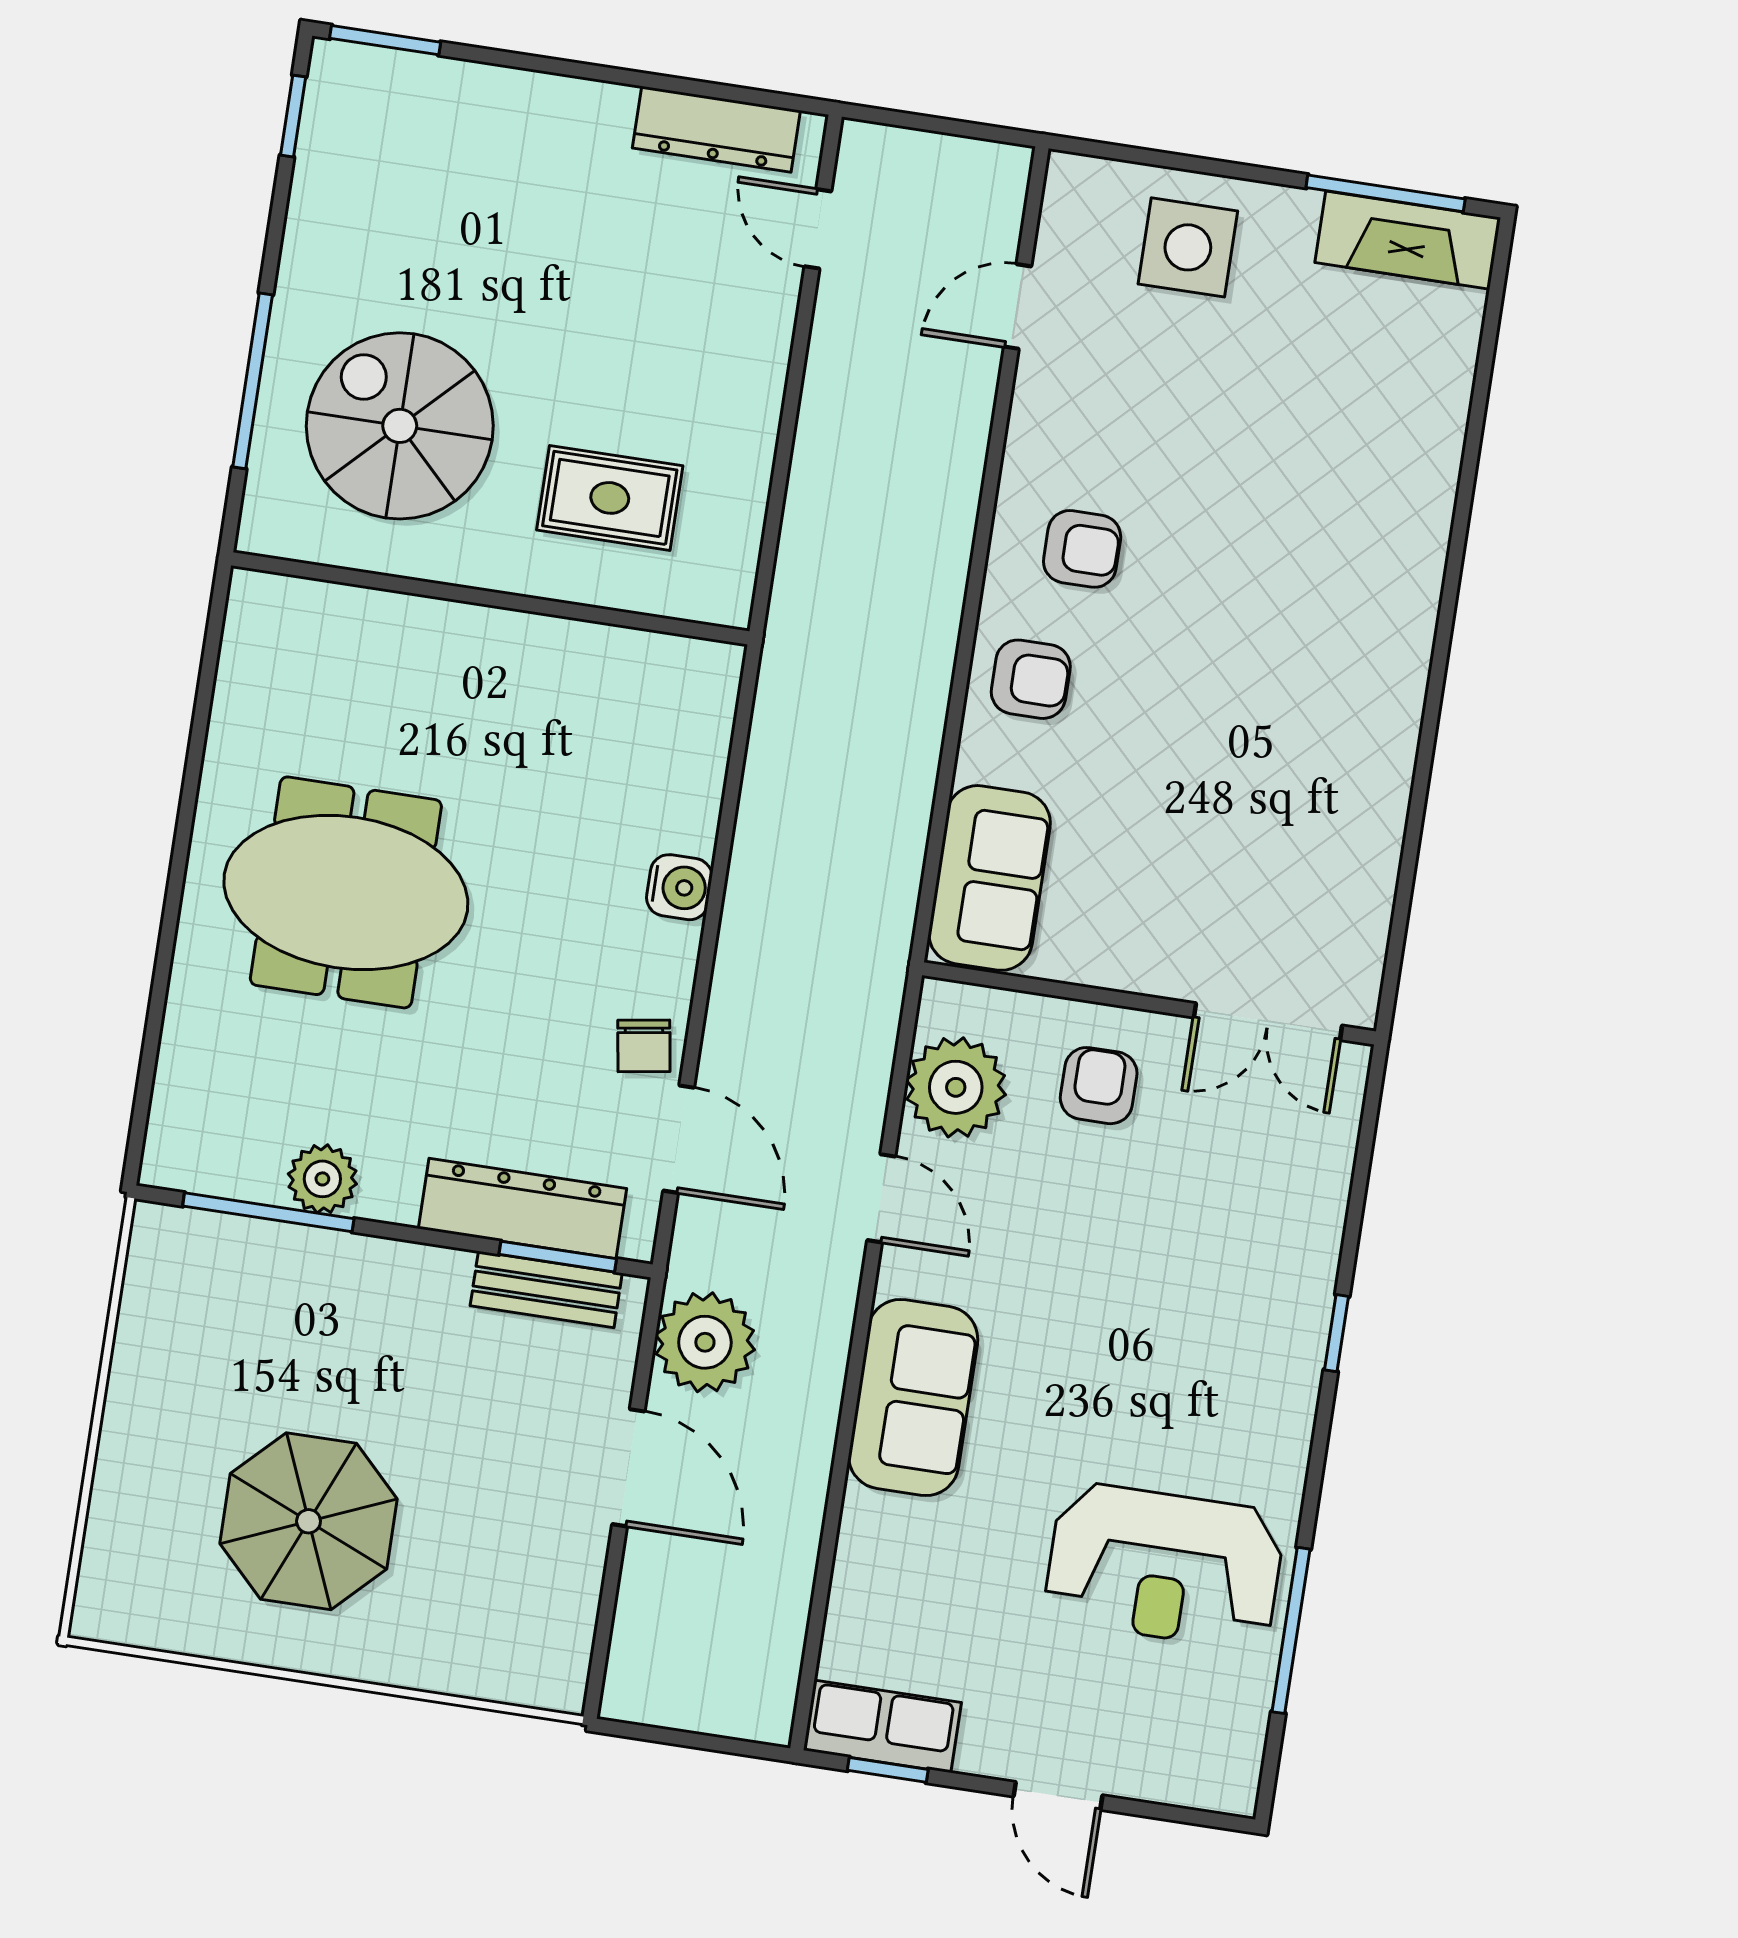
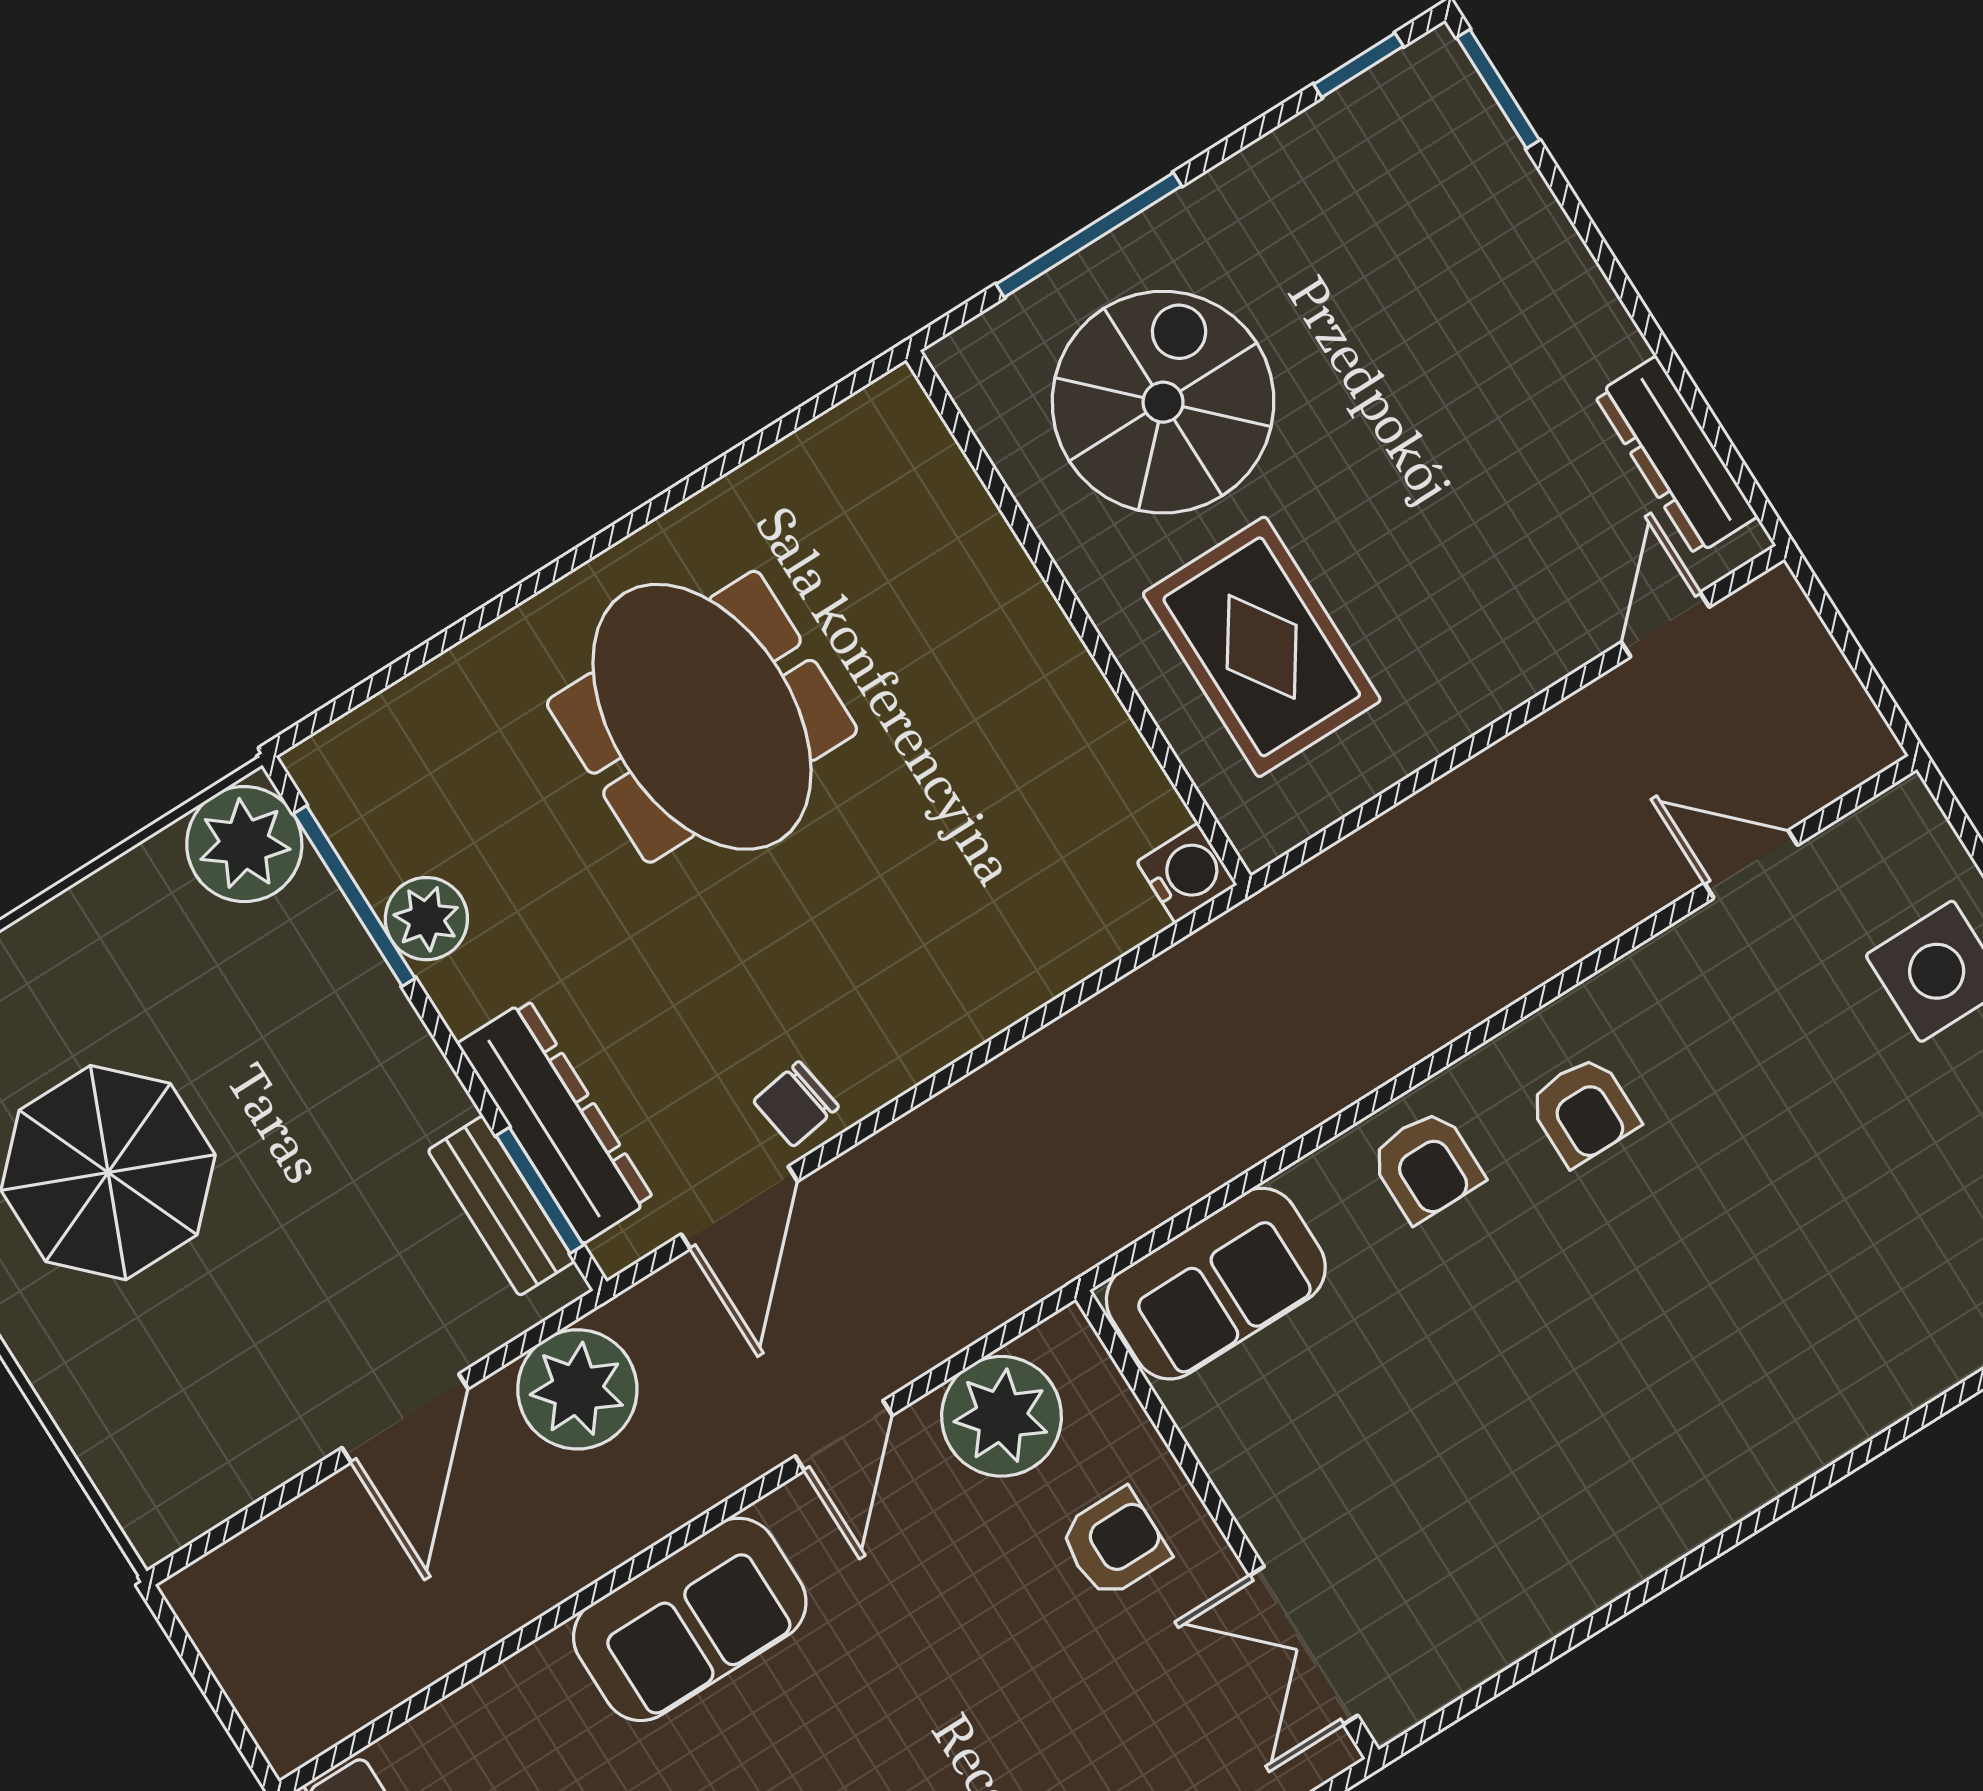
rug: (610, 498) -> (1262, 647), width x1.36, depth x1.43
water cooler: (679, 887) -> (1187, 873), moved, turned -90
plant: (175, 1254) -> (244, 844), added

